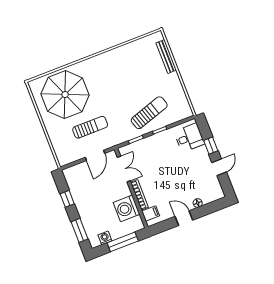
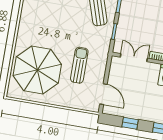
door: (95, 155) -> (103, 94), moved

